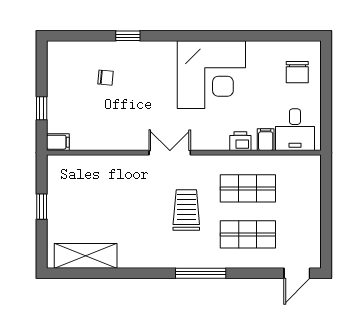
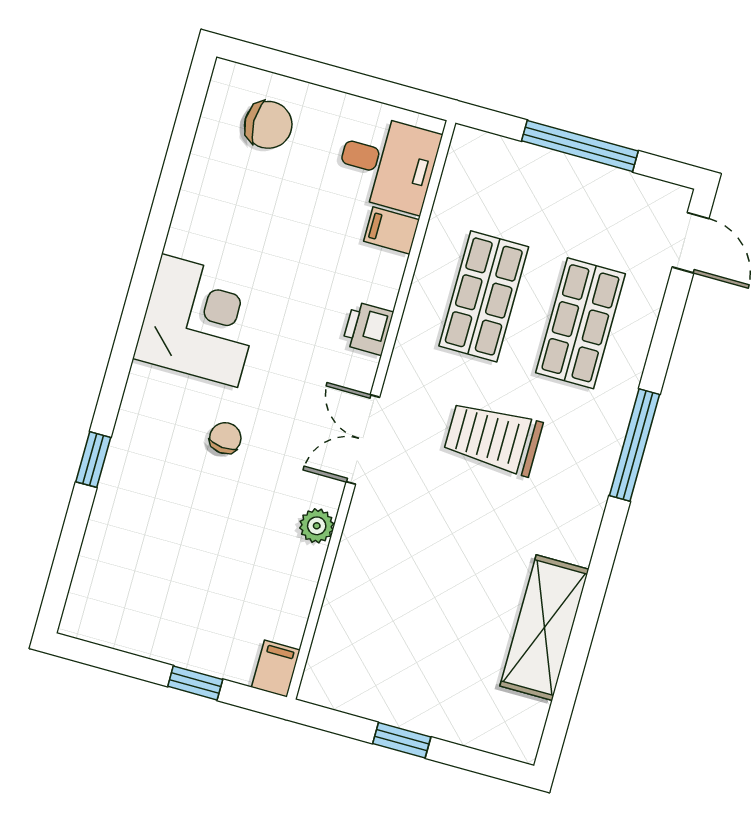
corner desk: (211, 75) -> (199, 321), width x0.74, depth x0.74
chair: (105, 78) -> (225, 438), moved
printer: (240, 141) -> (368, 328), moved
plant: (126, 143) -> (317, 526), added
window: (326, 212) -> (580, 146), added
shelving: (86, 256) -> (544, 628), moved

